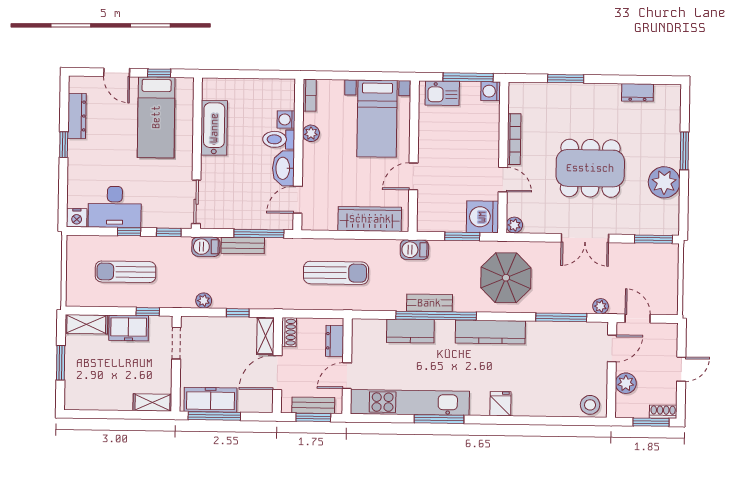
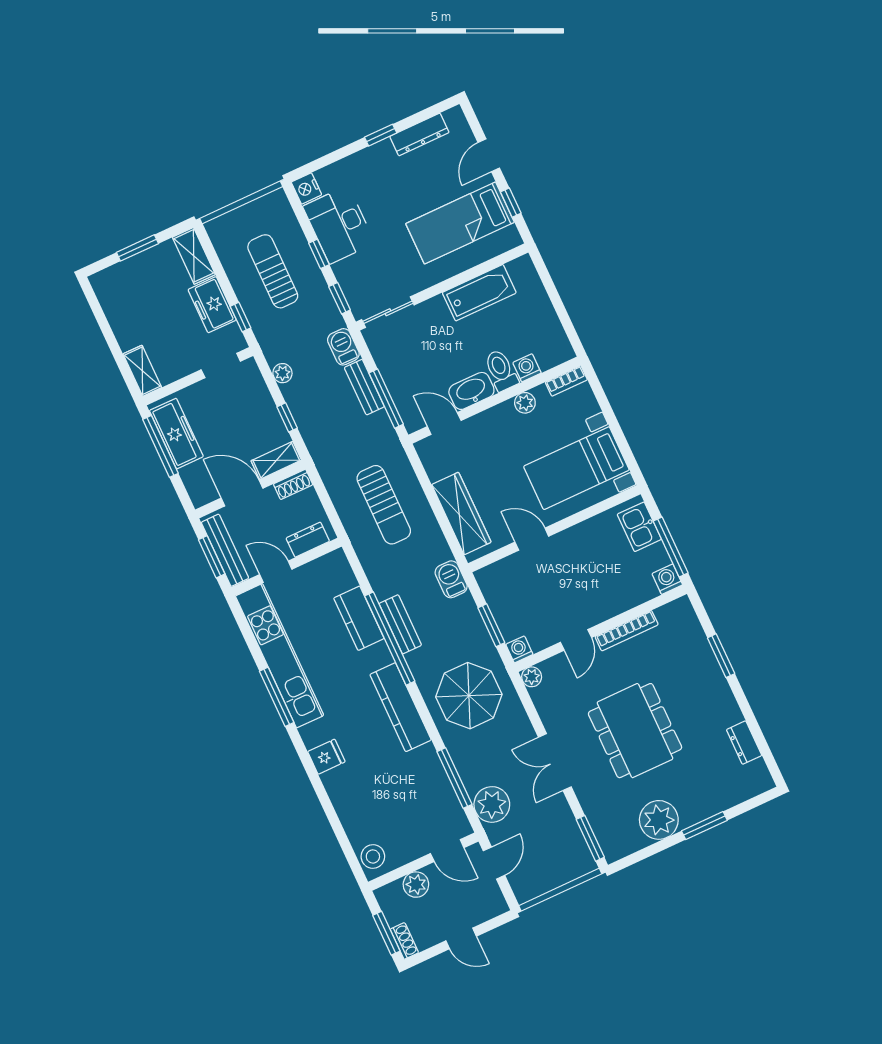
washing machine: (482, 217) -> (519, 649), width x0.53, depth x0.53
plant: (601, 306) -> (492, 804), width x1.87, depth x1.87
bench: (313, 405) -> (225, 550), width x1.36

